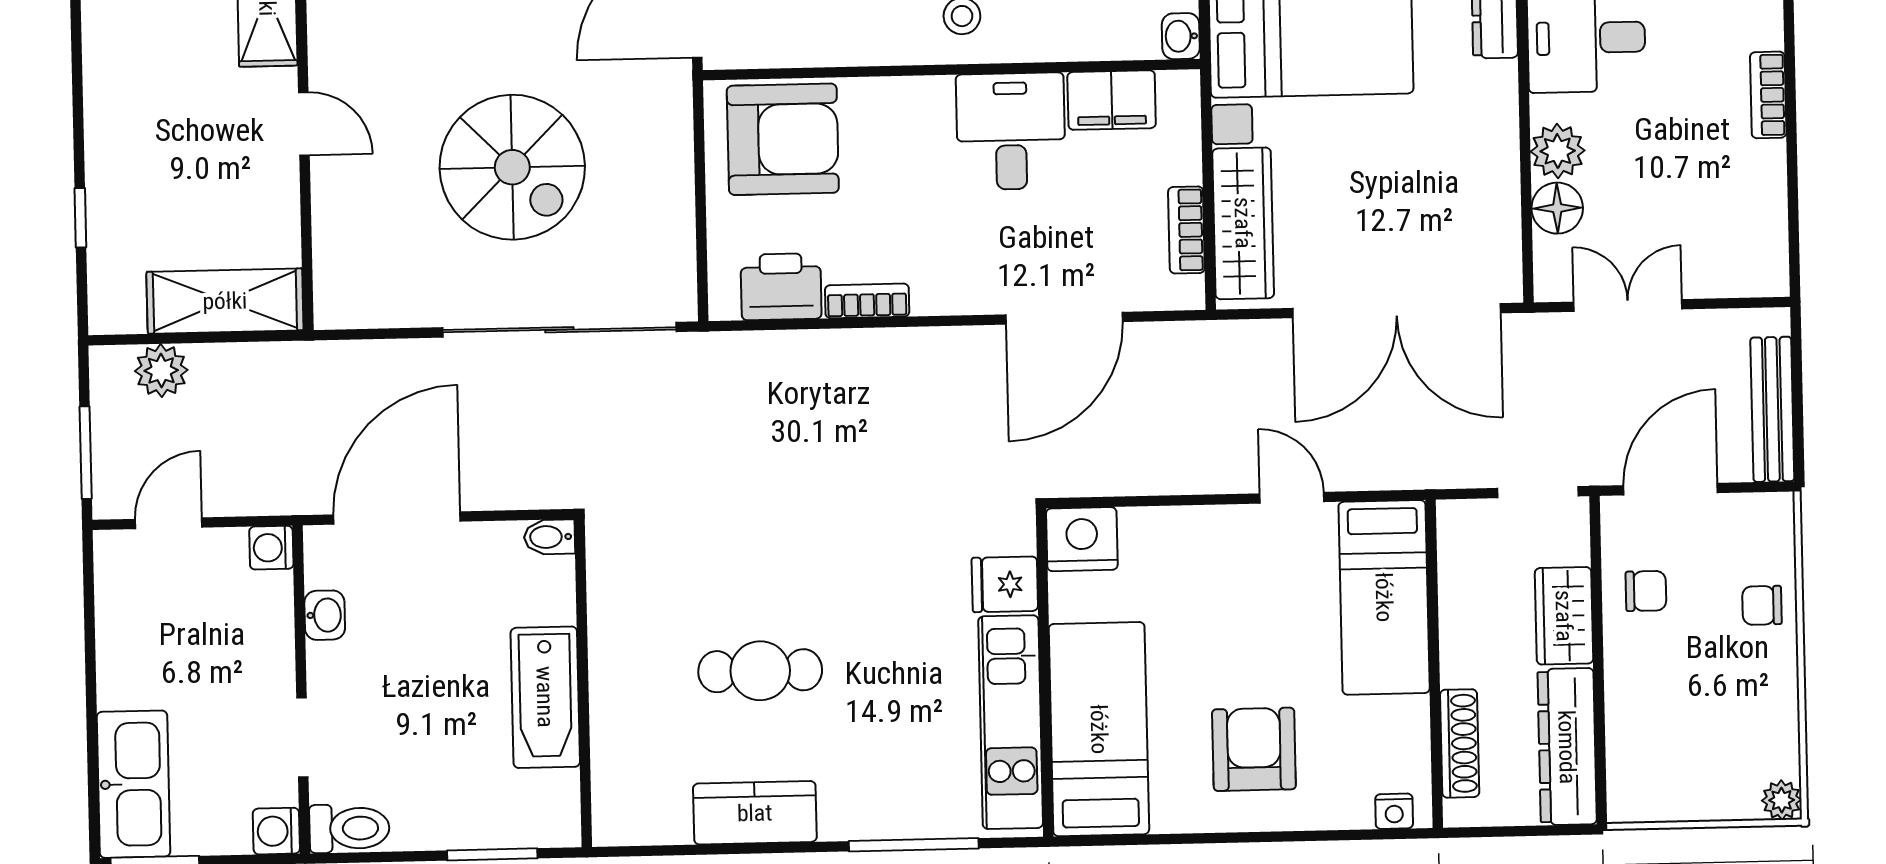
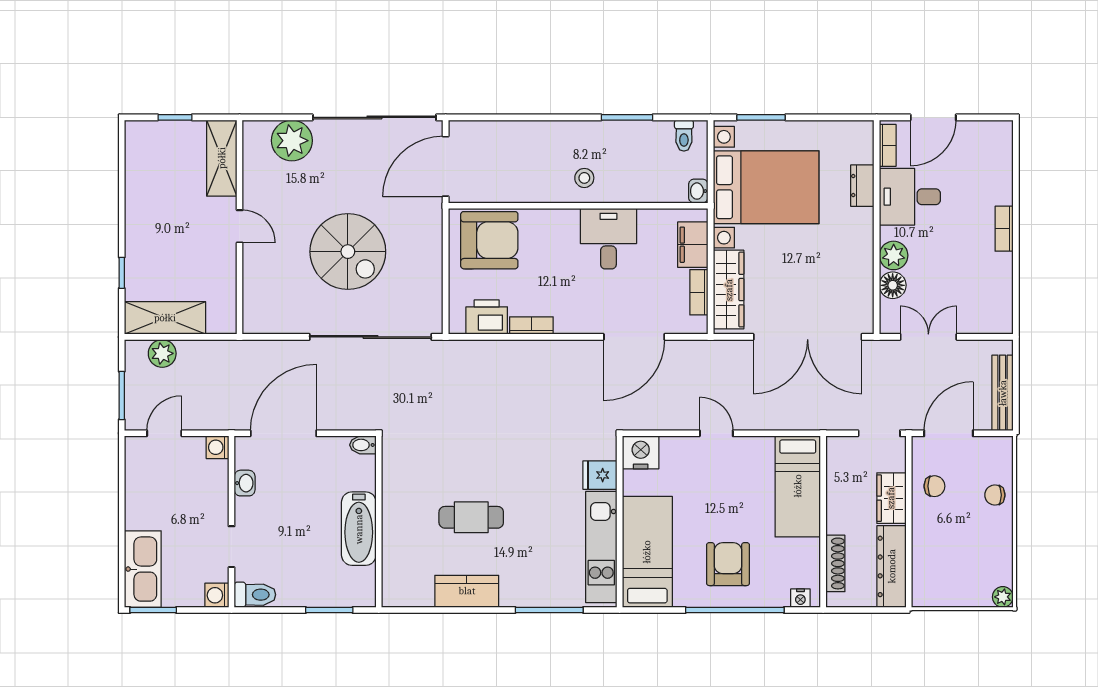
filing cabinet: (1112, 100) -> (693, 245), moved, turned 90
shelving: (225, 301) -> (165, 318), moved
door: (1292, 498) -> (716, 433), moved
window: (1269, 837) -> (735, 610), added

